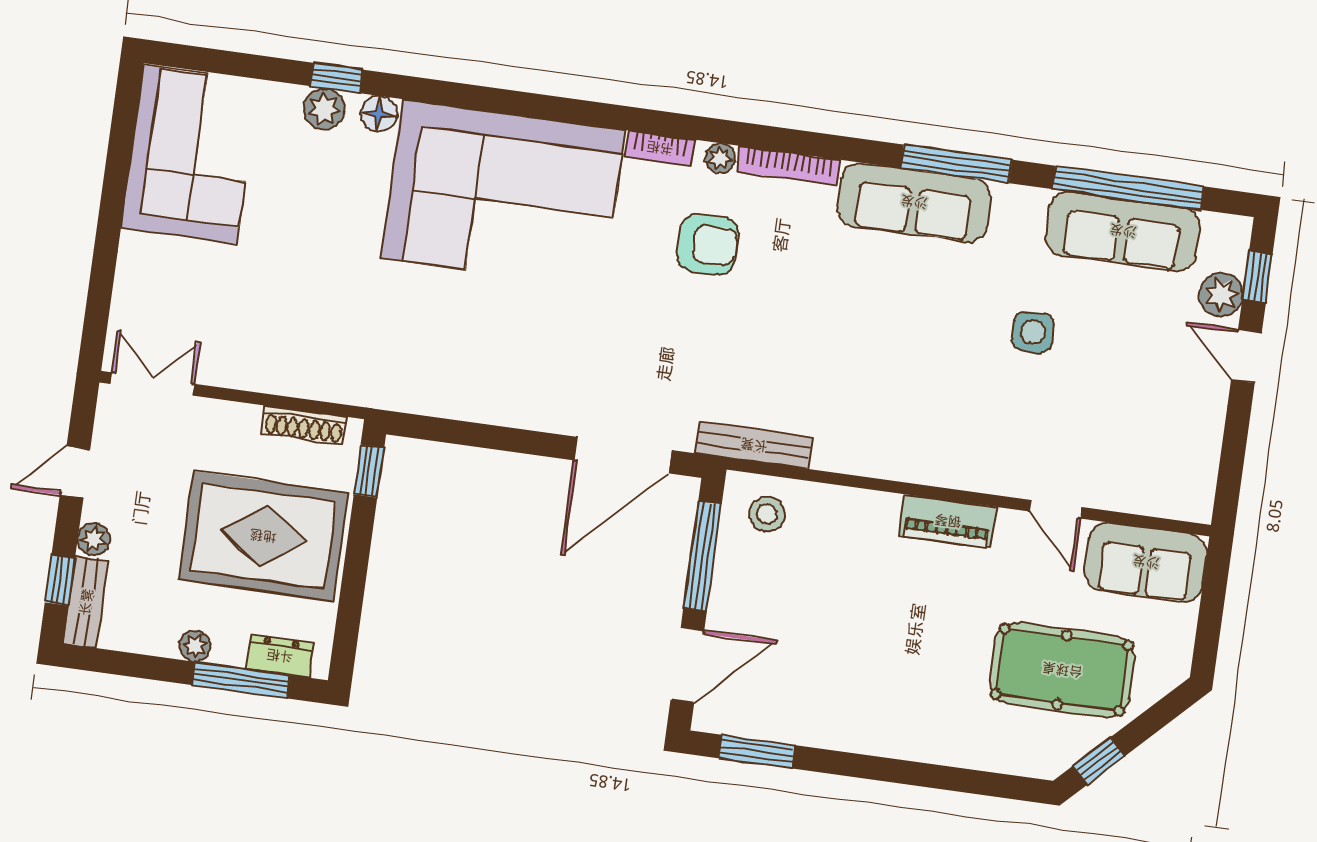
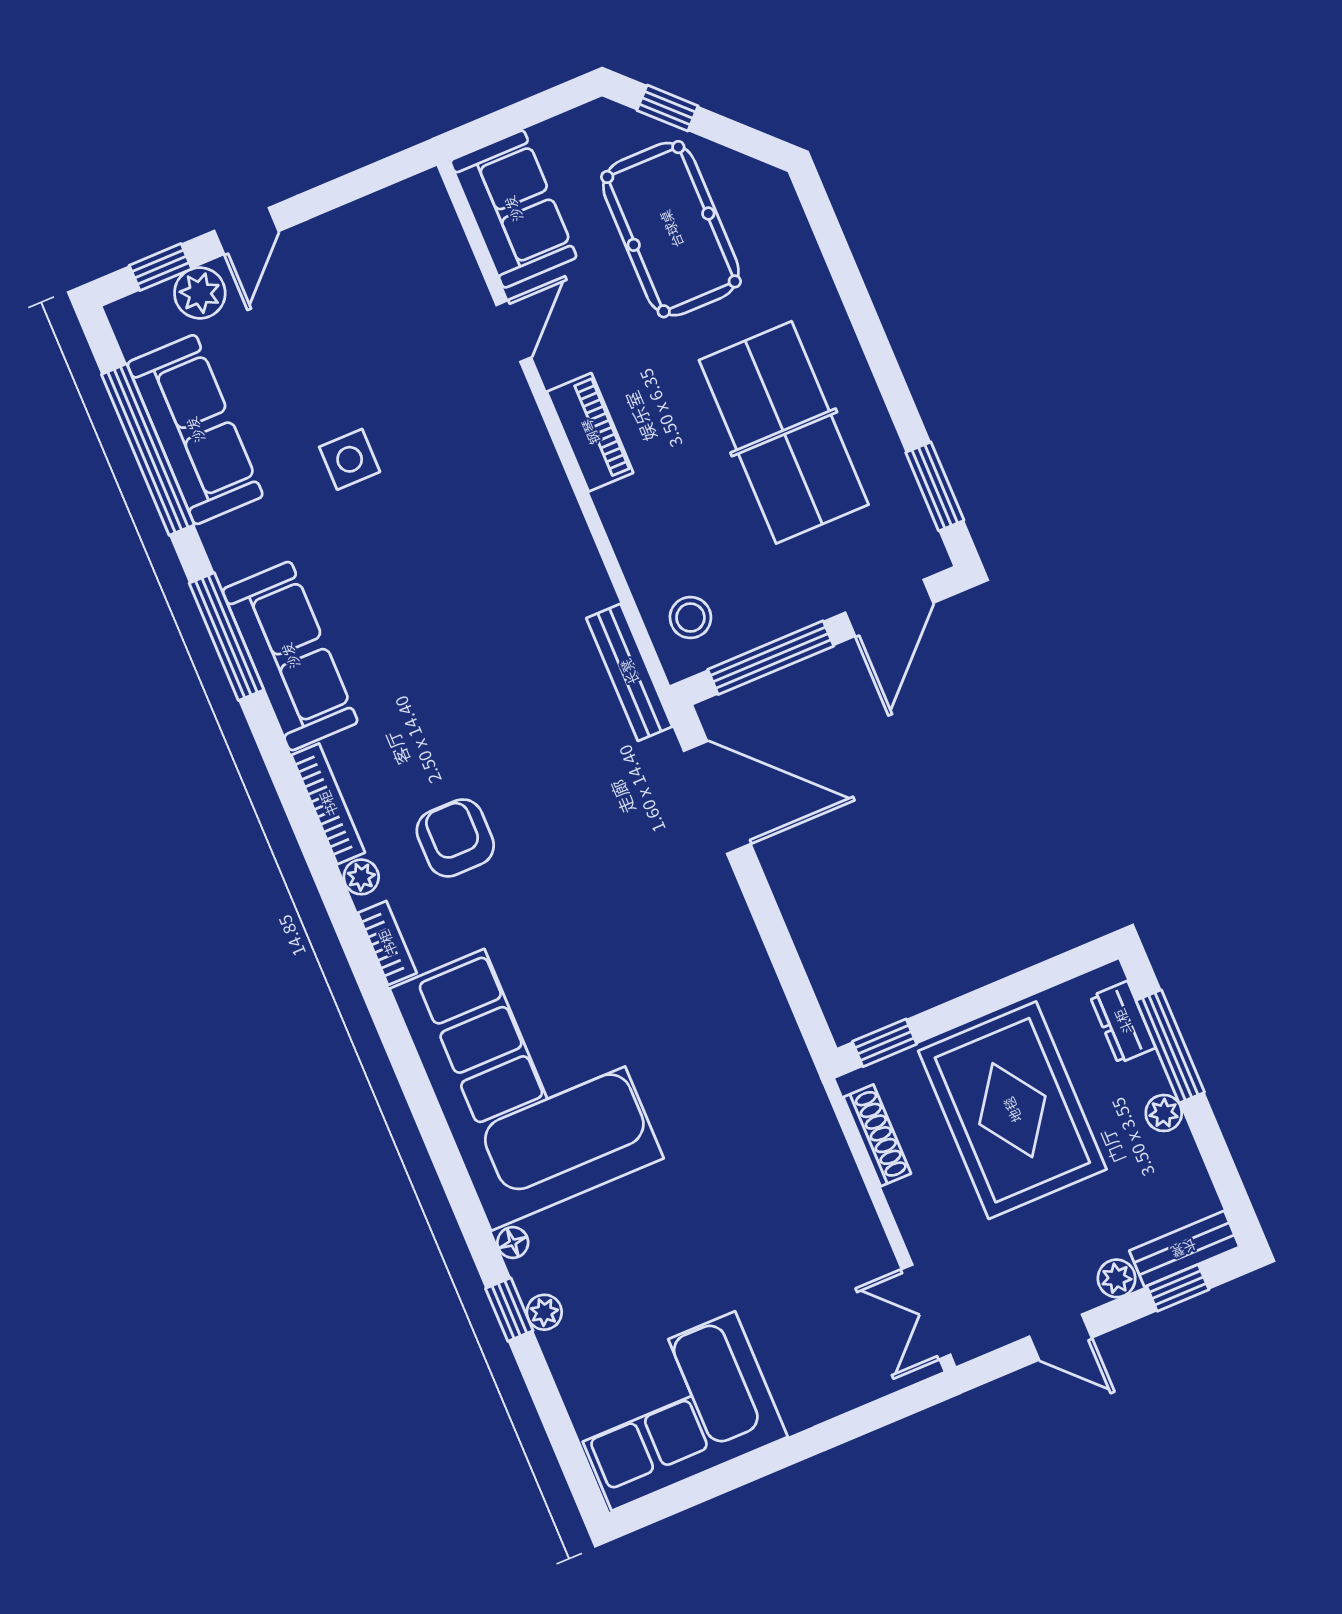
plant: (324, 109) -> (544, 1312), width x0.73, depth x0.73
floor lamp: (379, 114) -> (513, 1243), width x0.73, depth x0.73
table tennis table: (863, 664) -> (784, 432), added
door: (687, 665) -> (889, 608), swing flipped
window: (1099, 761) -> (667, 108), moved

